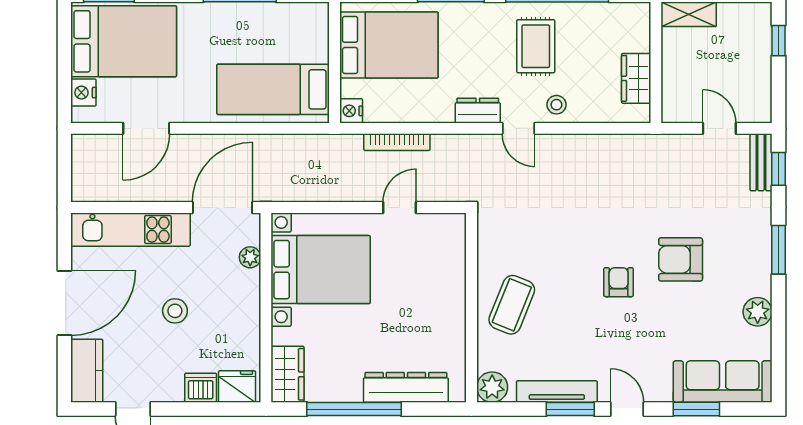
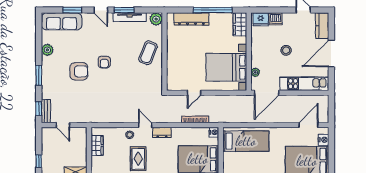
door: (146, 128) -> (308, 125), moved

